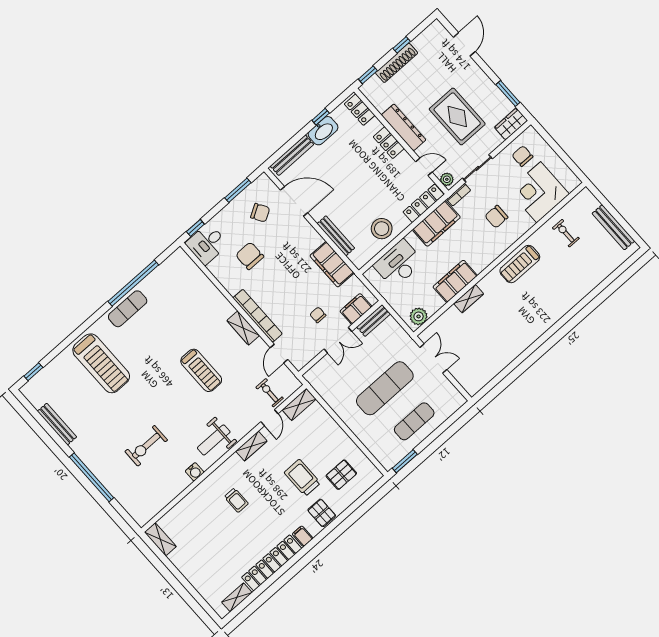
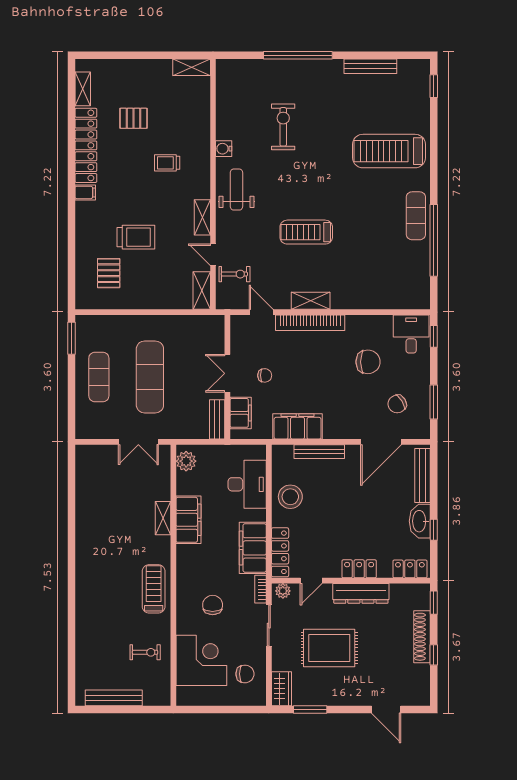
pallet: (322, 513) -> (133, 118), moved

